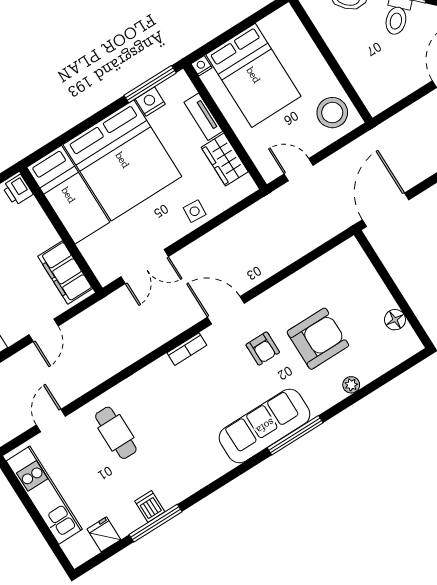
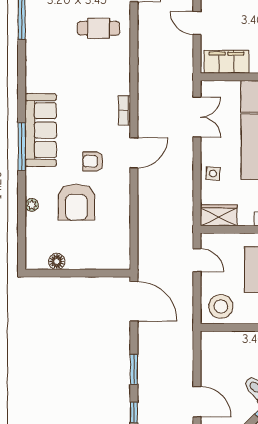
wardrobe: (225, 160) -> (219, 215), moved
door: (299, 170) -> (197, 260), hinge flipped
double door: (145, 267) -> (197, 117), swing flipped
dishwasher: (150, 506) -> (35, 20), removed

